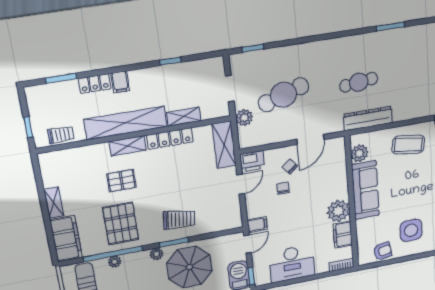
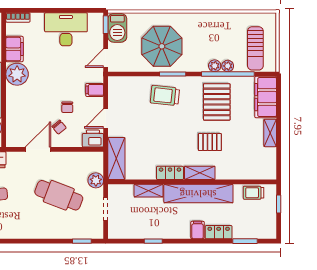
cafe table: (284, 95) -> (59, 195), turned 39
locker: (170, 138) -> (170, 173), width x0.66
filing cabinet: (257, 225) -> (95, 90), moved
plant: (156, 254) -> (215, 66), moved

